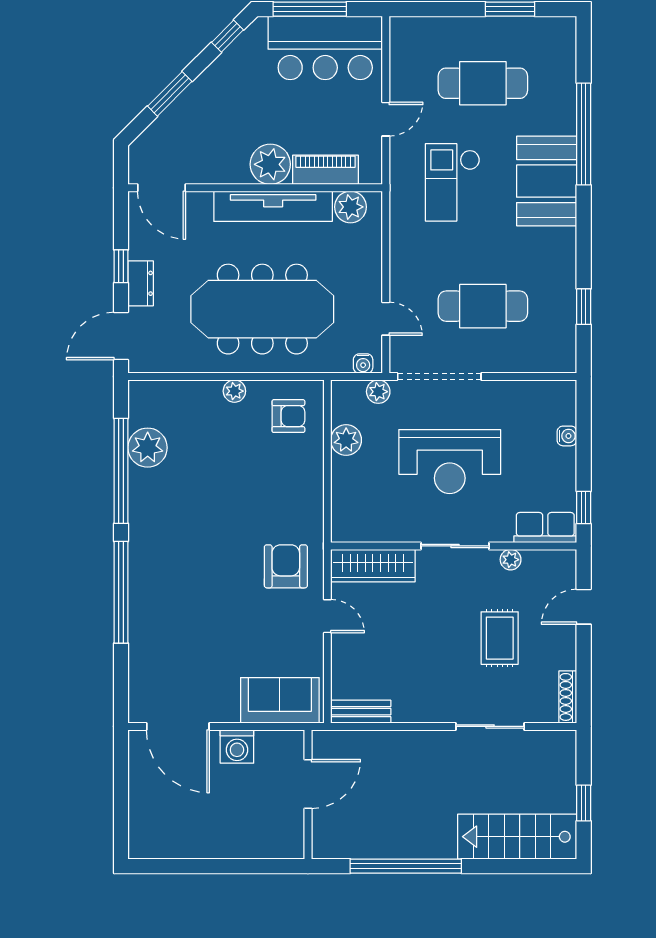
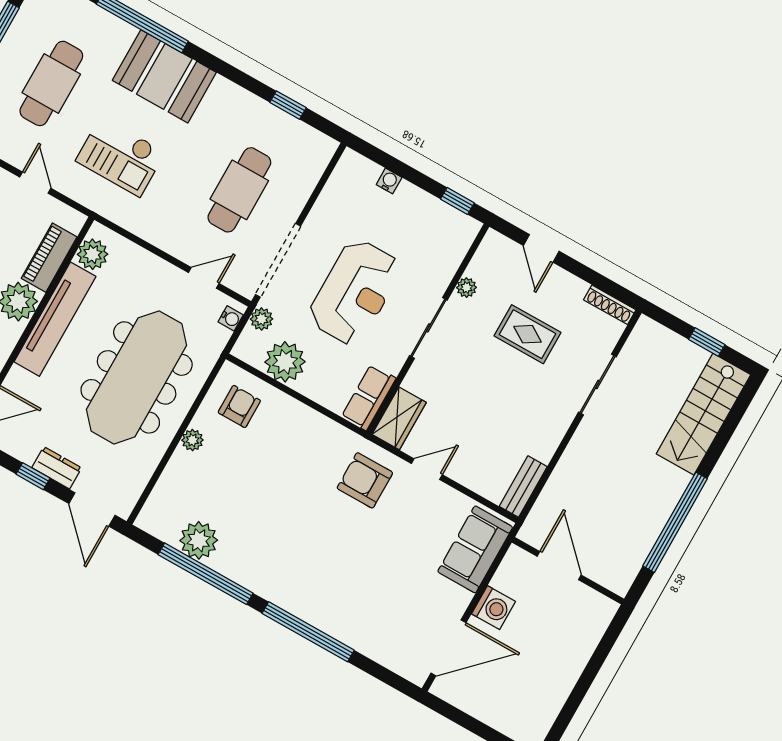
plant: (346, 440) -> (285, 362), width x1.36, depth x1.36
row of seats: (545, 528) -> (369, 397), moved
wardrobe: (373, 566) -> (399, 418), width x0.67

